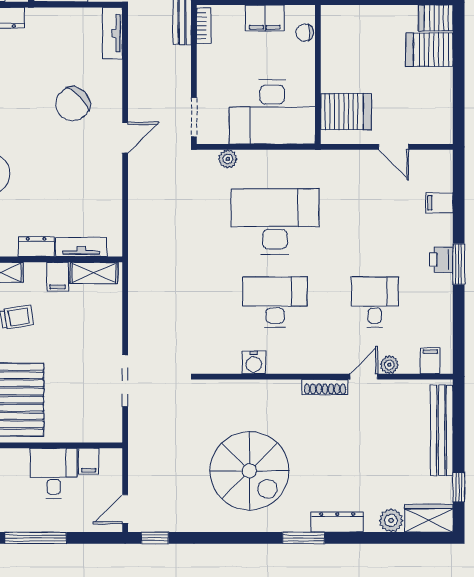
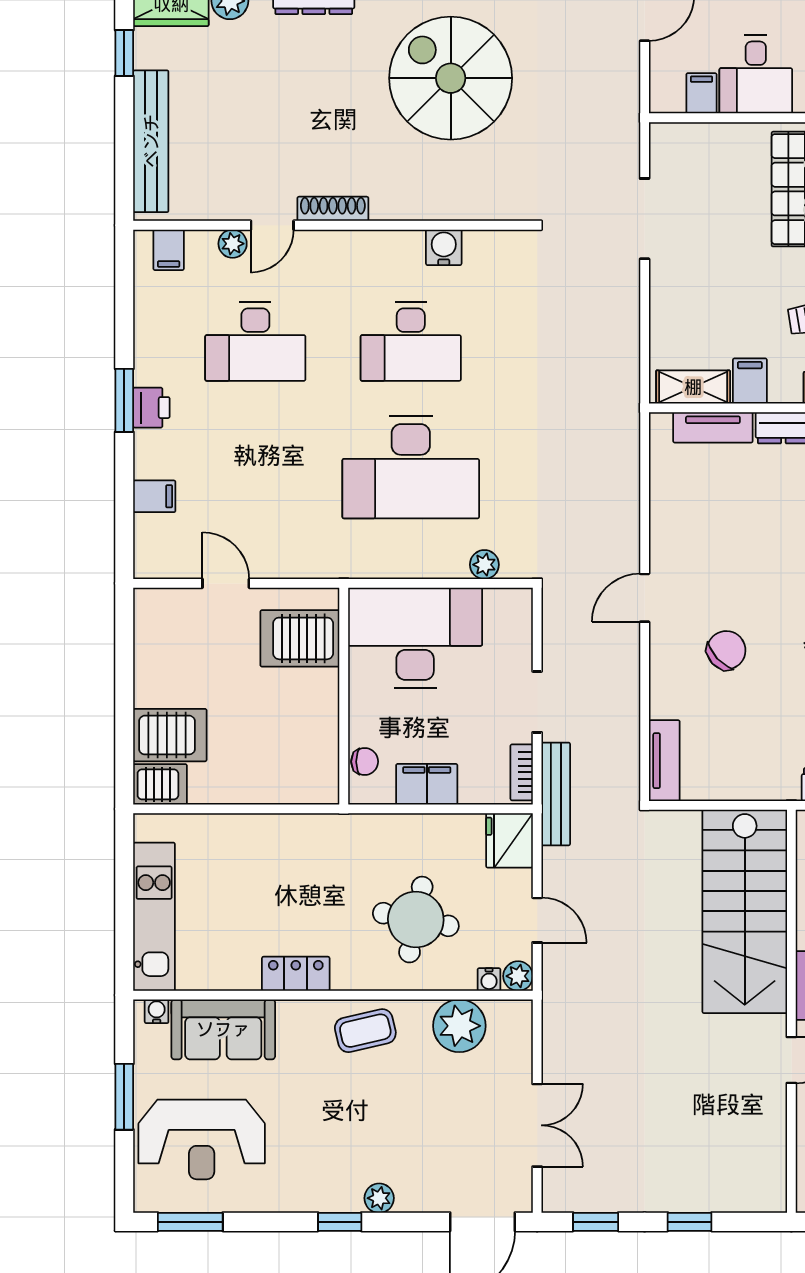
chair: (73, 104) -> (726, 650), width x0.73, depth x0.73
doorway: (194, 117) -> (537, 702), moved
desk: (375, 302) -> (255, 341), width x1.37

